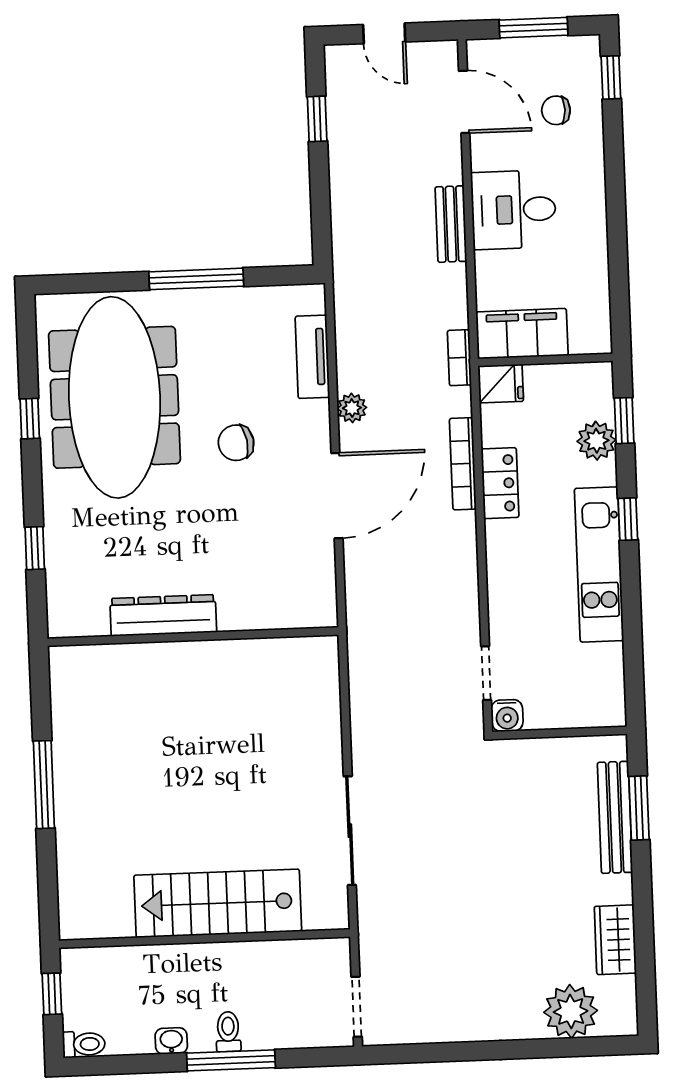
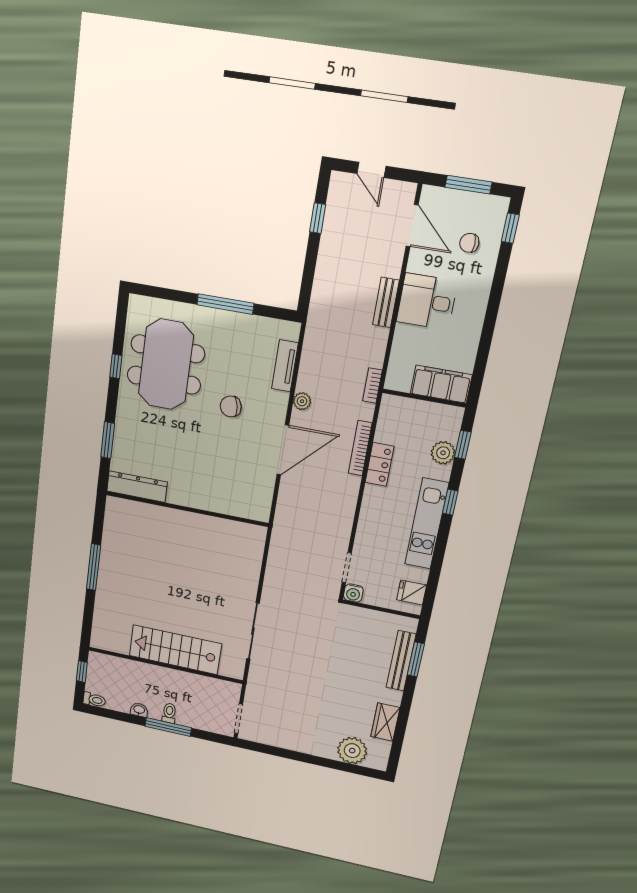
filing cabinet: (522, 334) -> (441, 384), moved
fridge: (501, 384) -> (412, 592), moved, turned 180
meeting table: (114, 397) -> (166, 365), width x0.73
window: (35, 548) -> (108, 440), width x1.50
dresser: (163, 615) -> (137, 487), moved

